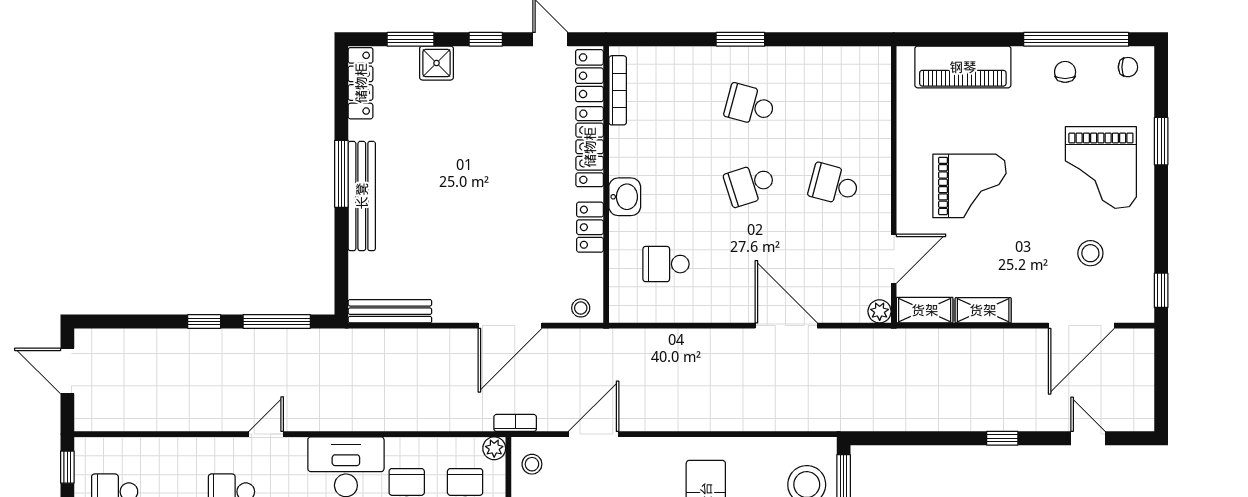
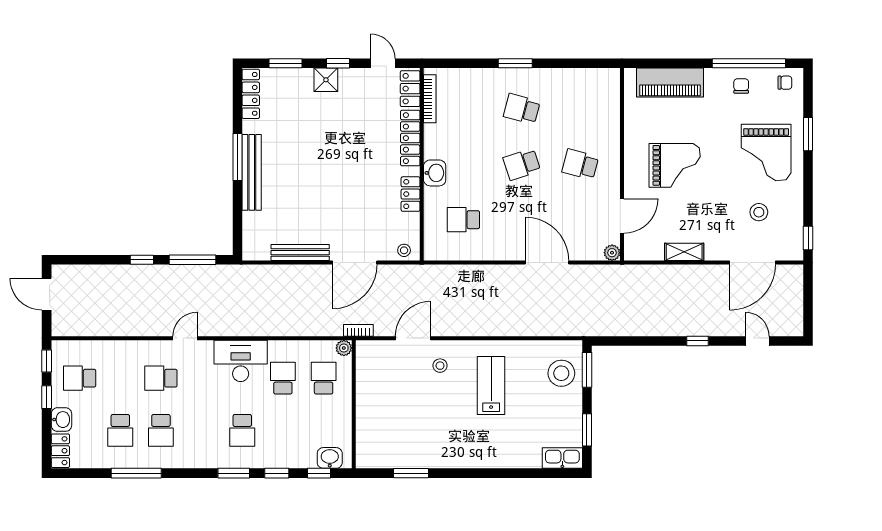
shower: (437, 63) -> (326, 80), moved
shelving: (925, 310) -> (643, 252), removed
bench: (390, 311) -> (300, 253), moved
stool: (532, 464) -> (440, 366), moved

